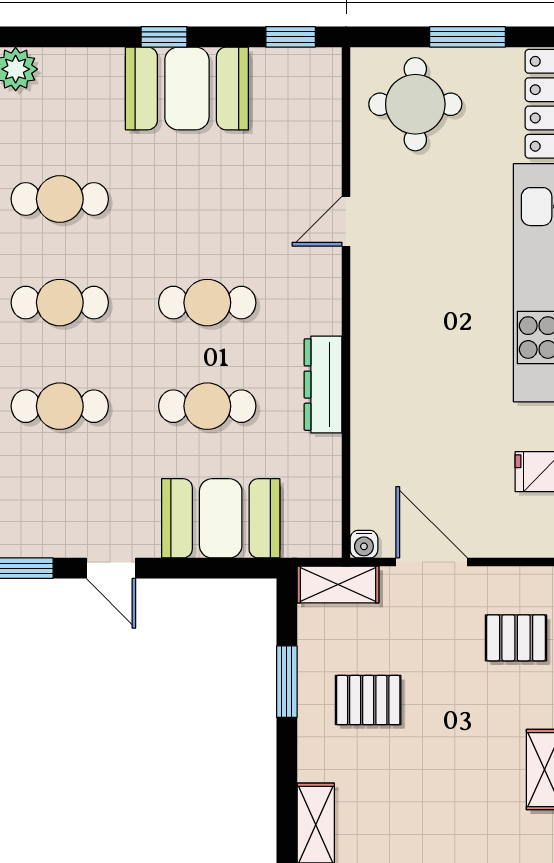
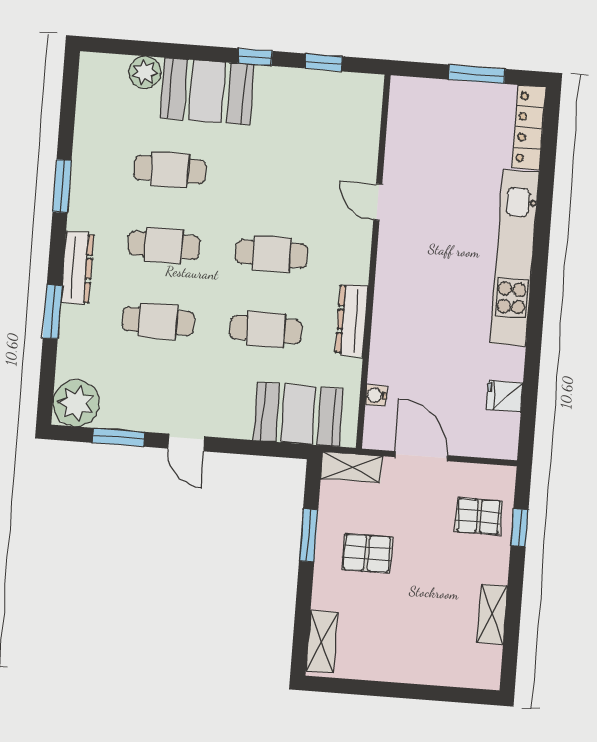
window: (291, 37) -> (324, 62), moved
booth: (187, 88) -> (207, 91), moved
round table: (415, 104) -> (435, 120), removed
door: (346, 221) -> (378, 202), hinge flipped
booth: (221, 518) -> (298, 414), moved
water cooler: (364, 544) -> (376, 395), moved, turned 90

